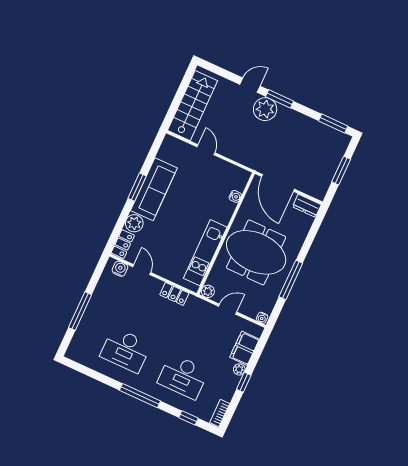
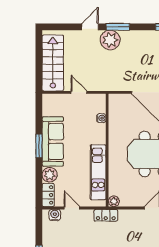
water cooler: (235, 196) -> (101, 118), moved
wall: (226, 234) -> (107, 150), moved
kitchen unit: (205, 253) -> (98, 172), moved
plant: (208, 291) -> (114, 201), moved

